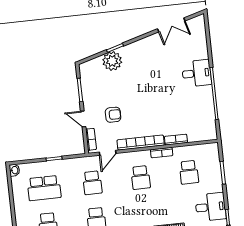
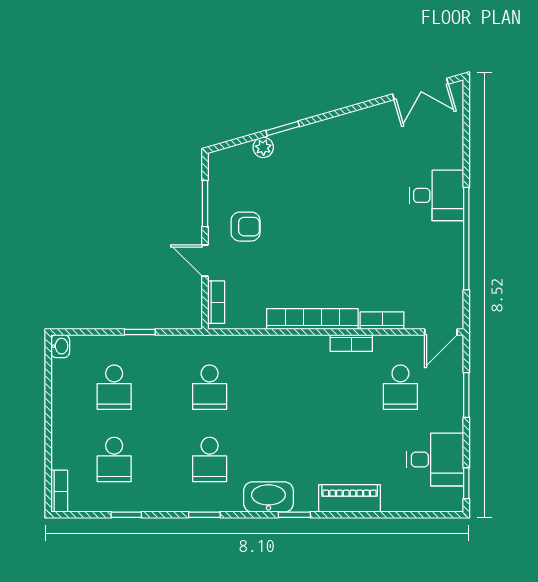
double door: (171, 25) -> (420, 89), moved
plant: (112, 61) -> (263, 147), width x0.53, depth x0.53
armchair: (113, 115) -> (246, 227), moved
door: (108, 153) -> (441, 332), moved
school desk: (141, 178) -> (305, 387), removed
school desk: (44, 188) -> (114, 387), width x0.54

